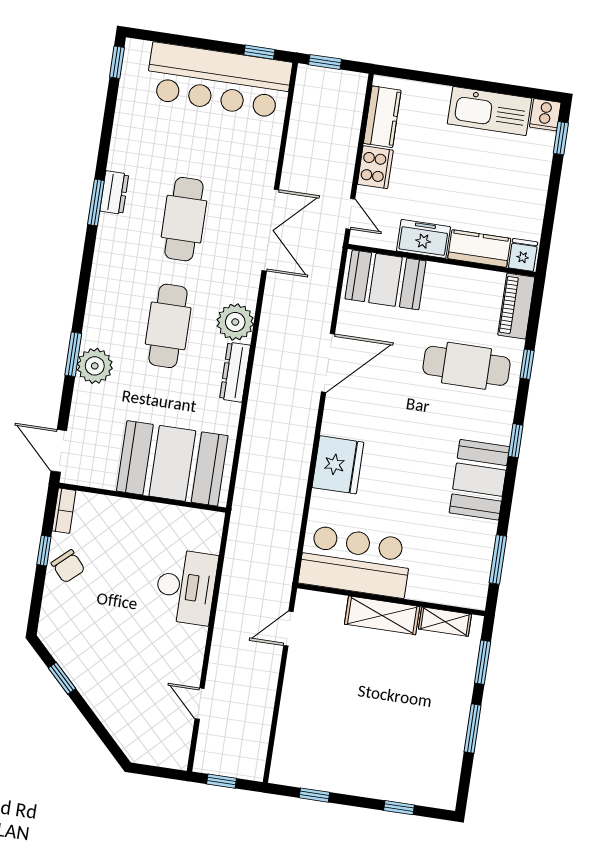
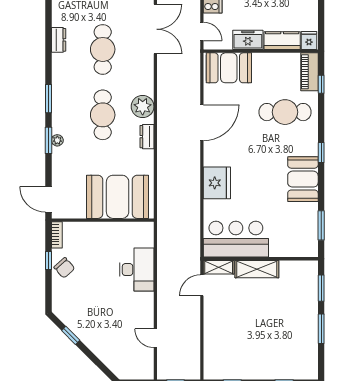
window: (96, 202) -> (48, 99), moved
double door: (270, 230) -> (155, 29), moved
window: (527, 364) -> (321, 84), moved
plant: (95, 366) -> (57, 140), width x0.53, depth x0.53
dresser: (235, 372) -> (147, 137), width x0.70
shelving: (445, 622) -> (219, 267), moved

